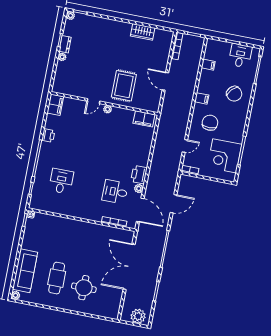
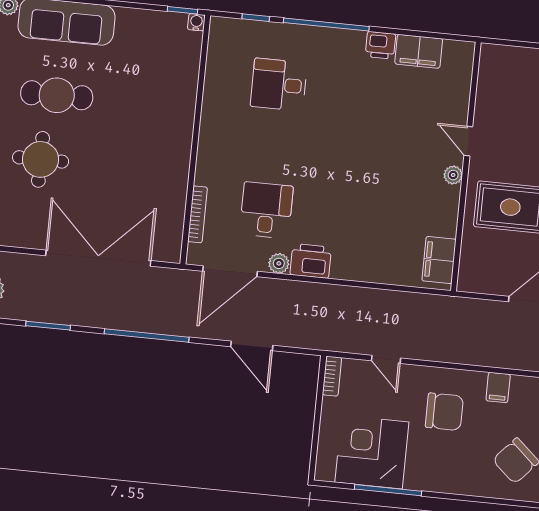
filing cabinet: (55, 105) -> (419, 51), moved
desk: (61, 181) -> (279, 85), turned 180

